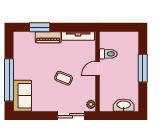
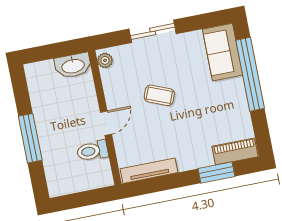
piano: (48, 37) -> (235, 152), moved
washbasin: (124, 105) -> (73, 66), moved
sliding door: (71, 116) -> (153, 31), moved

